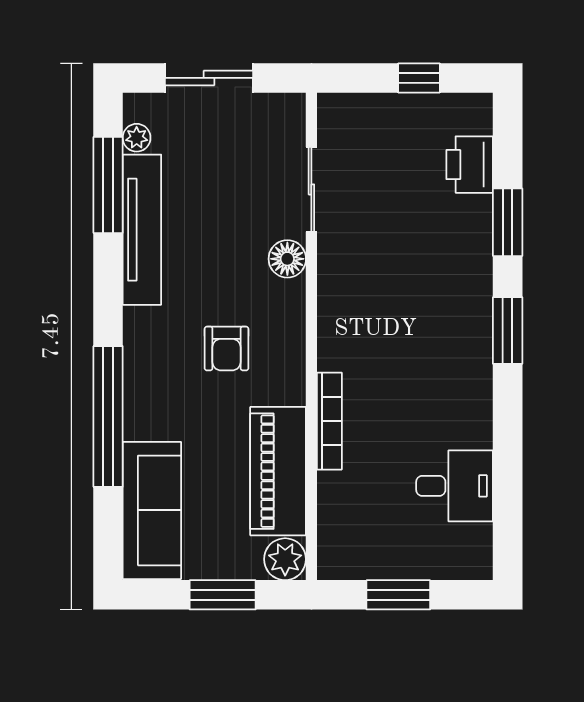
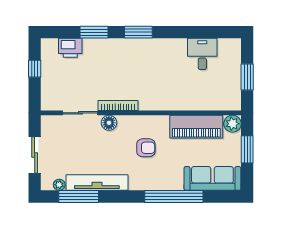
bookcase: (329, 421) -> (118, 105), moved

